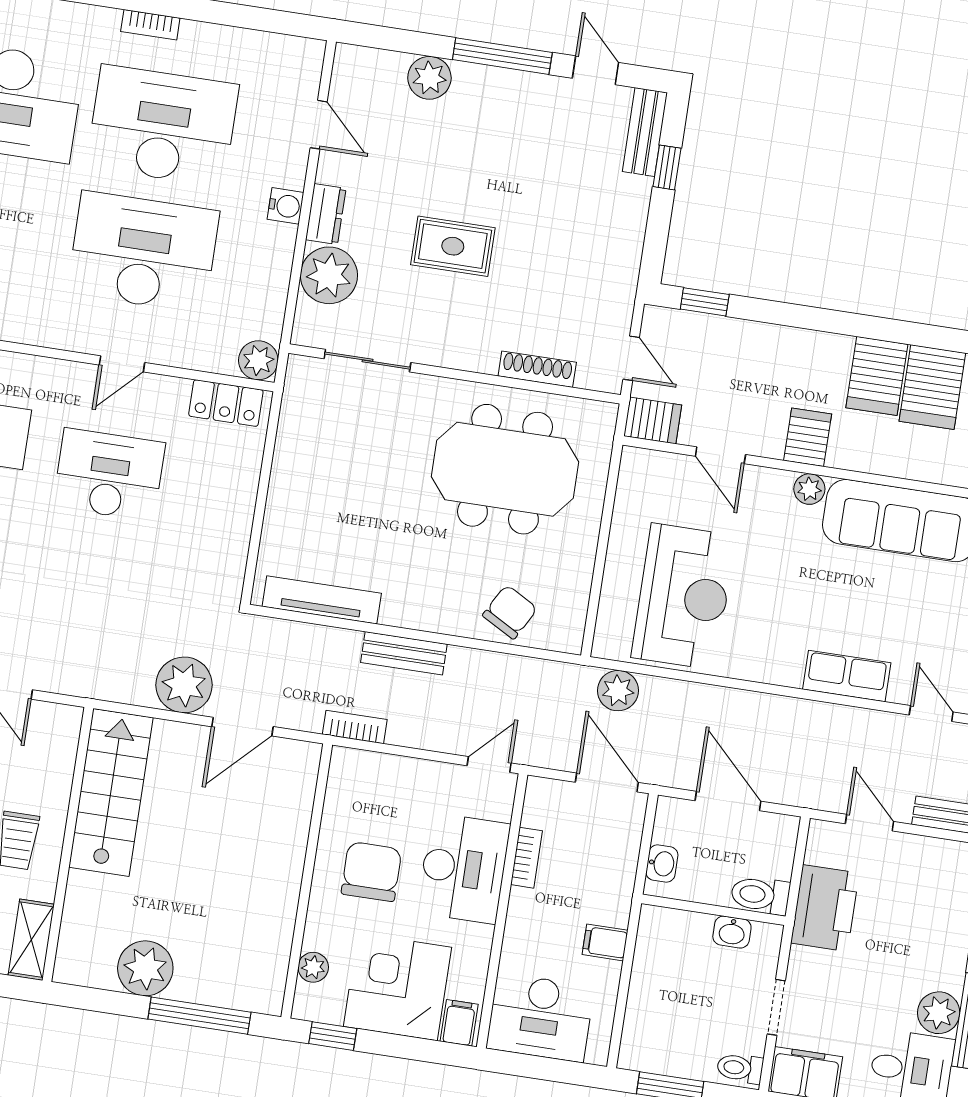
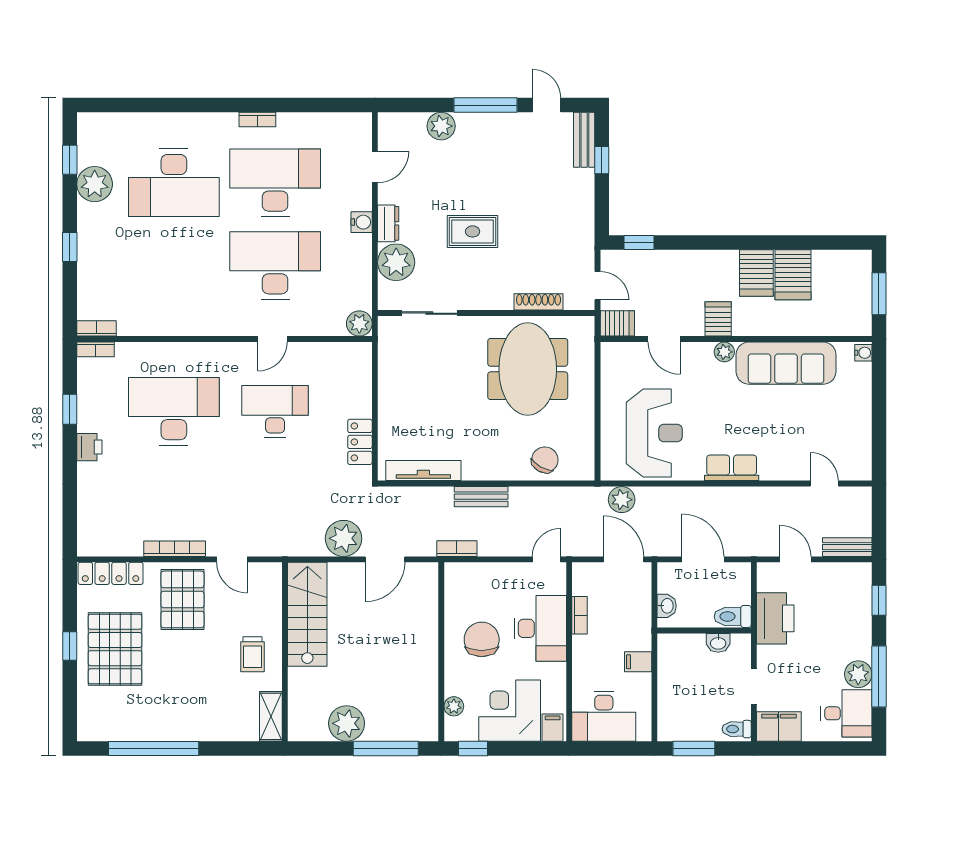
door: (319, 125) -> (375, 167), hinge flipped
locker: (226, 403) -> (360, 442), moved, turned 90
meeting table: (505, 469) -> (528, 369), turned 90
row of seats: (847, 676) -> (732, 468), moved

